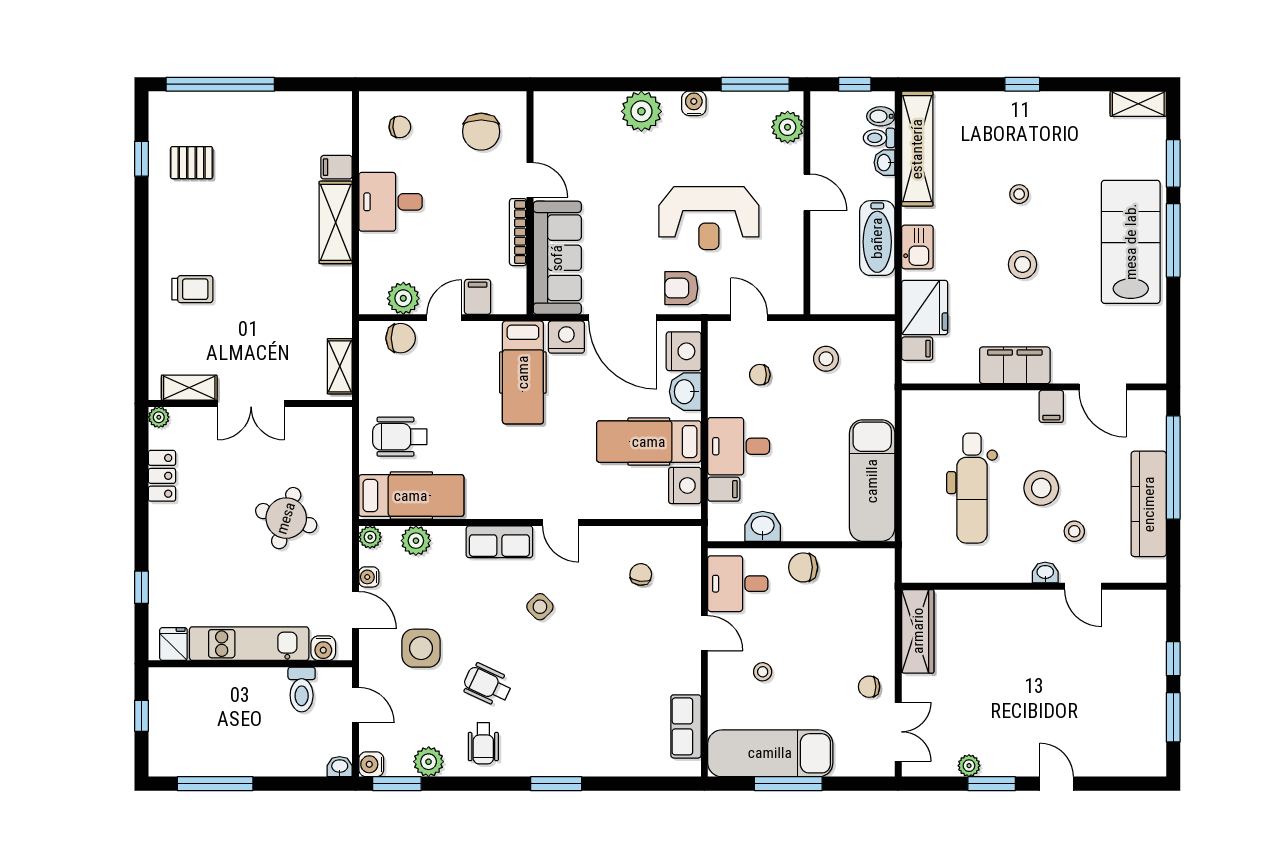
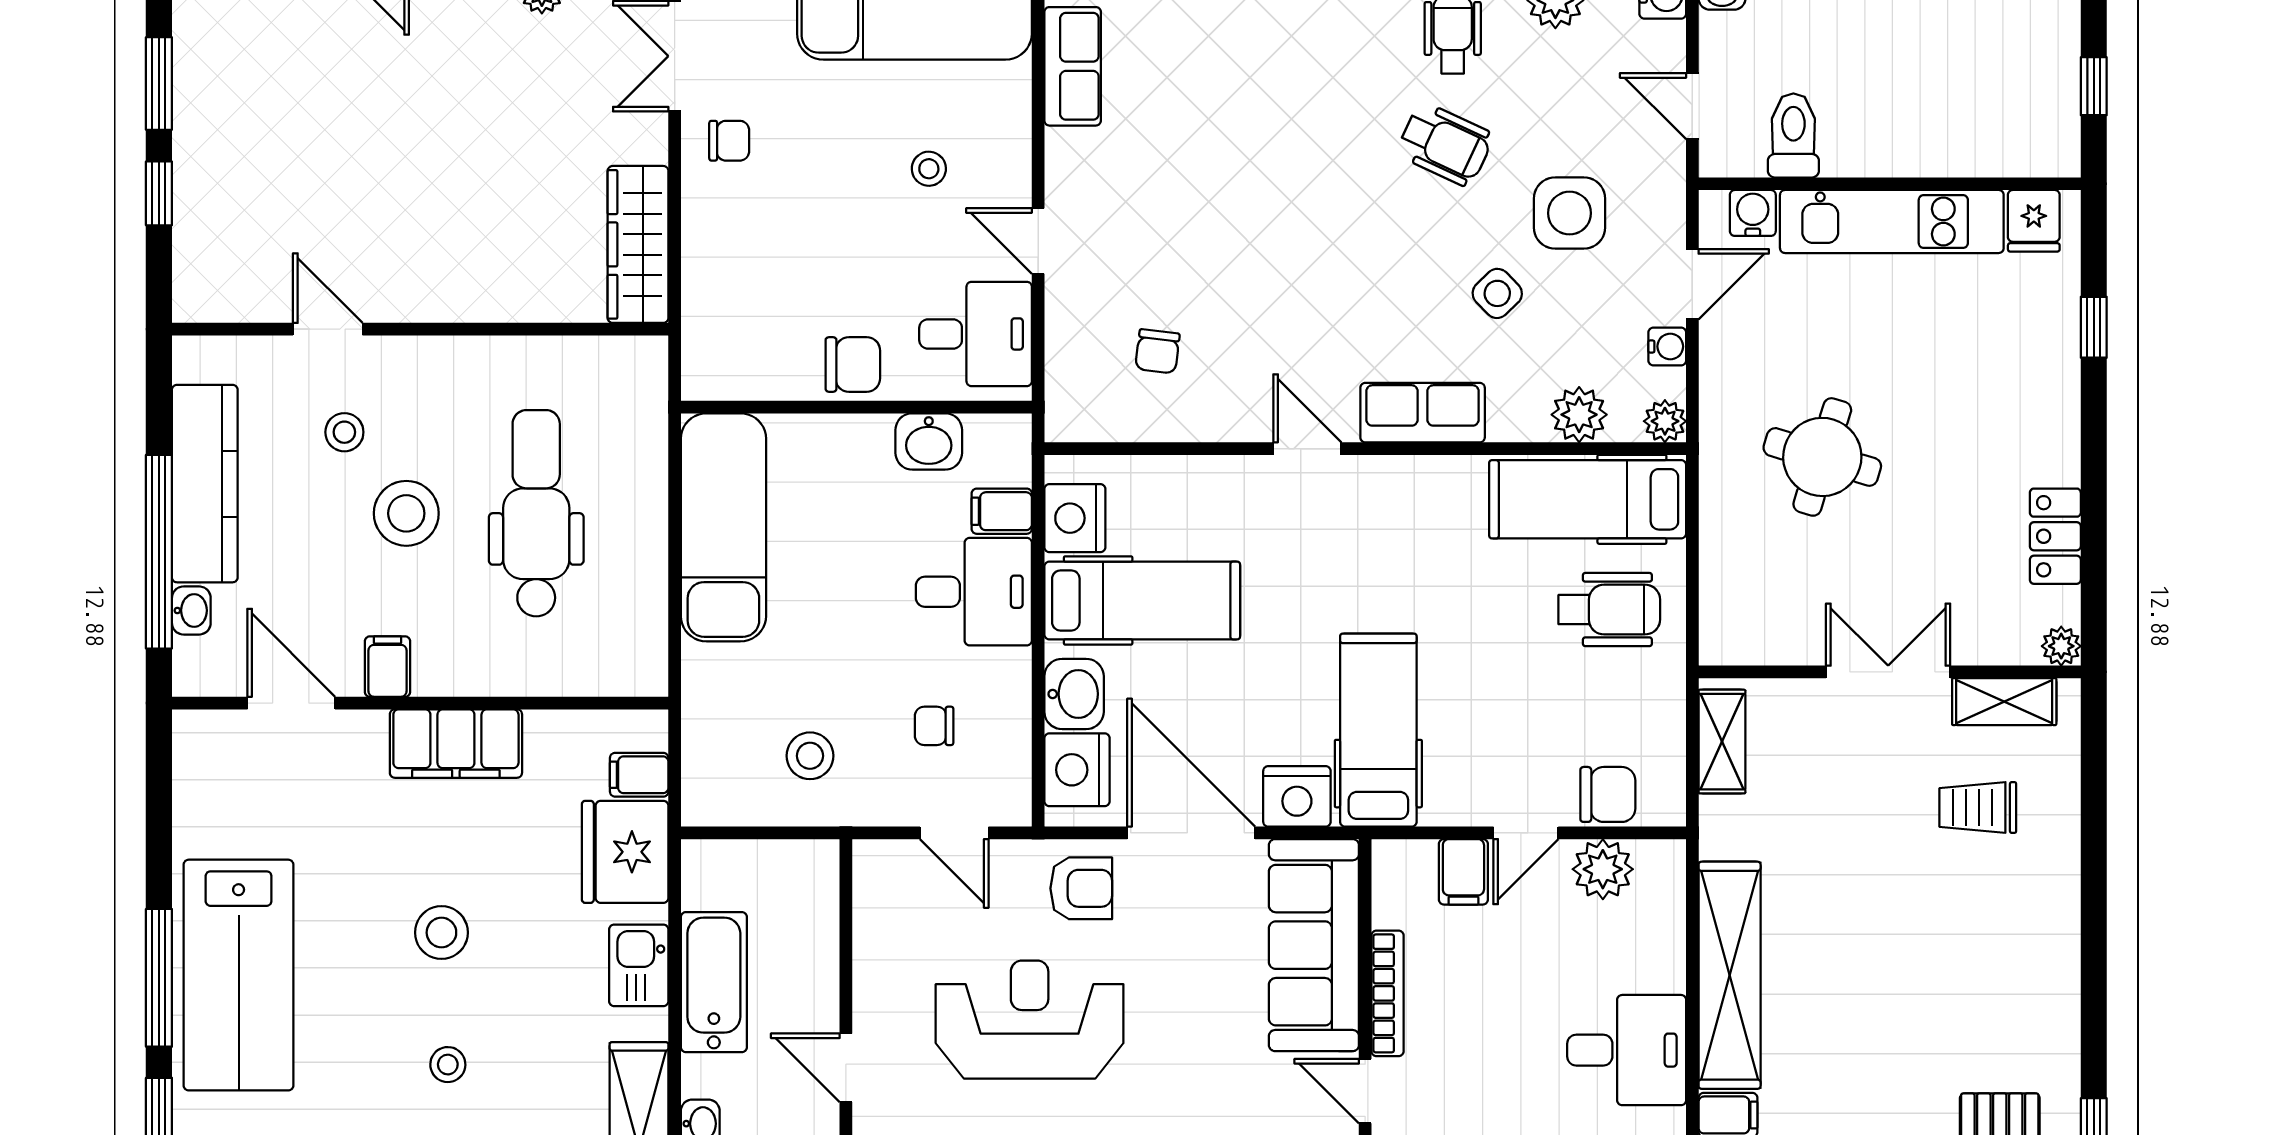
shelving: (336, 222) -> (1730, 975), width x1.47
trolley: (192, 289) -> (1978, 807), moved
chair: (401, 338) -> (1608, 794), turned 180
chair: (760, 375) -> (934, 726), turned 180
washbasin: (1045, 573) -> (191, 610), moved, turned -90
side table: (540, 607) -> (1497, 293), moved
door: (355, 610) -> (1692, 284), swing flipped

